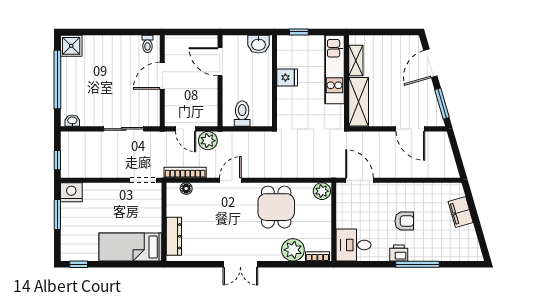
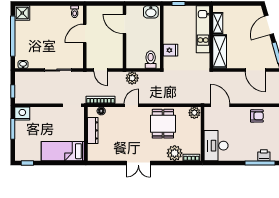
fridge: (287, 78) -> (171, 50), moved
toilet: (242, 114) -> (151, 60), moved
plant: (208, 141) -> (132, 78), moved
armchair: (404, 221) -> (257, 116), moved
dresser: (174, 236) -> (93, 130), moved
desk: (354, 245) -> (216, 146), width x1.37
printer: (399, 253) -> (264, 155), moved

